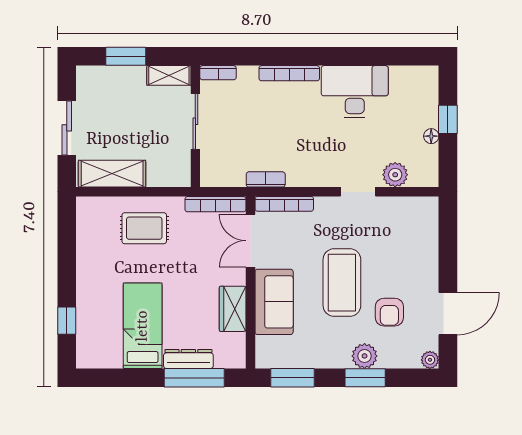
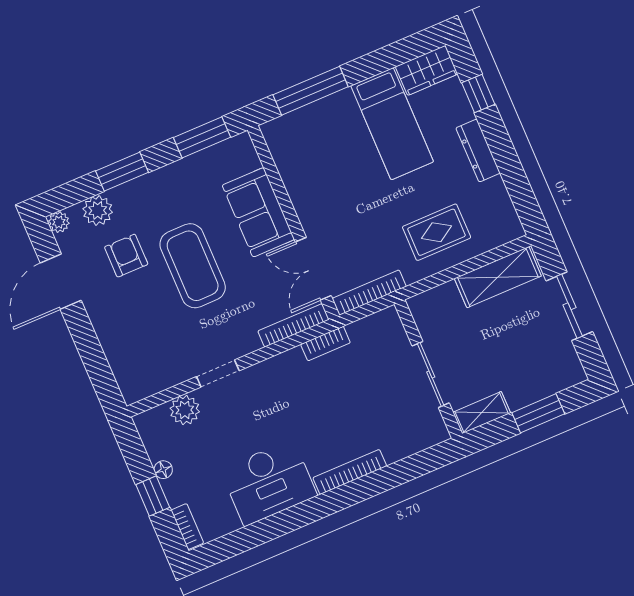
bookcase: (218, 73) -> (187, 527), moved, turned 90
double door: (250, 241) -> (313, 269), swing flipped
wardrobe: (233, 309) -> (427, 70), moved, turned 90
plant: (365, 356) -> (98, 210), moved
dresser: (188, 359) -> (478, 151), moved, turned 90

